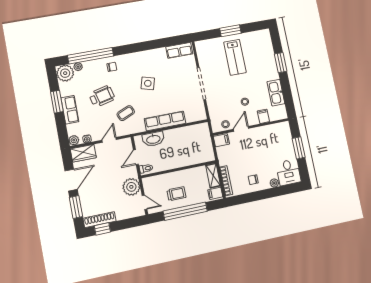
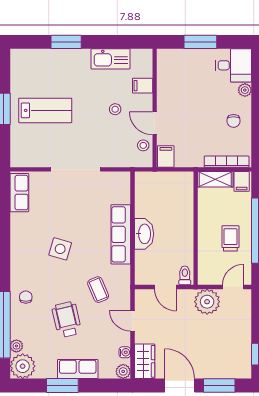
washbasin: (153, 139) -> (144, 234), moved
shoe rack: (100, 220) -> (244, 356), removed

